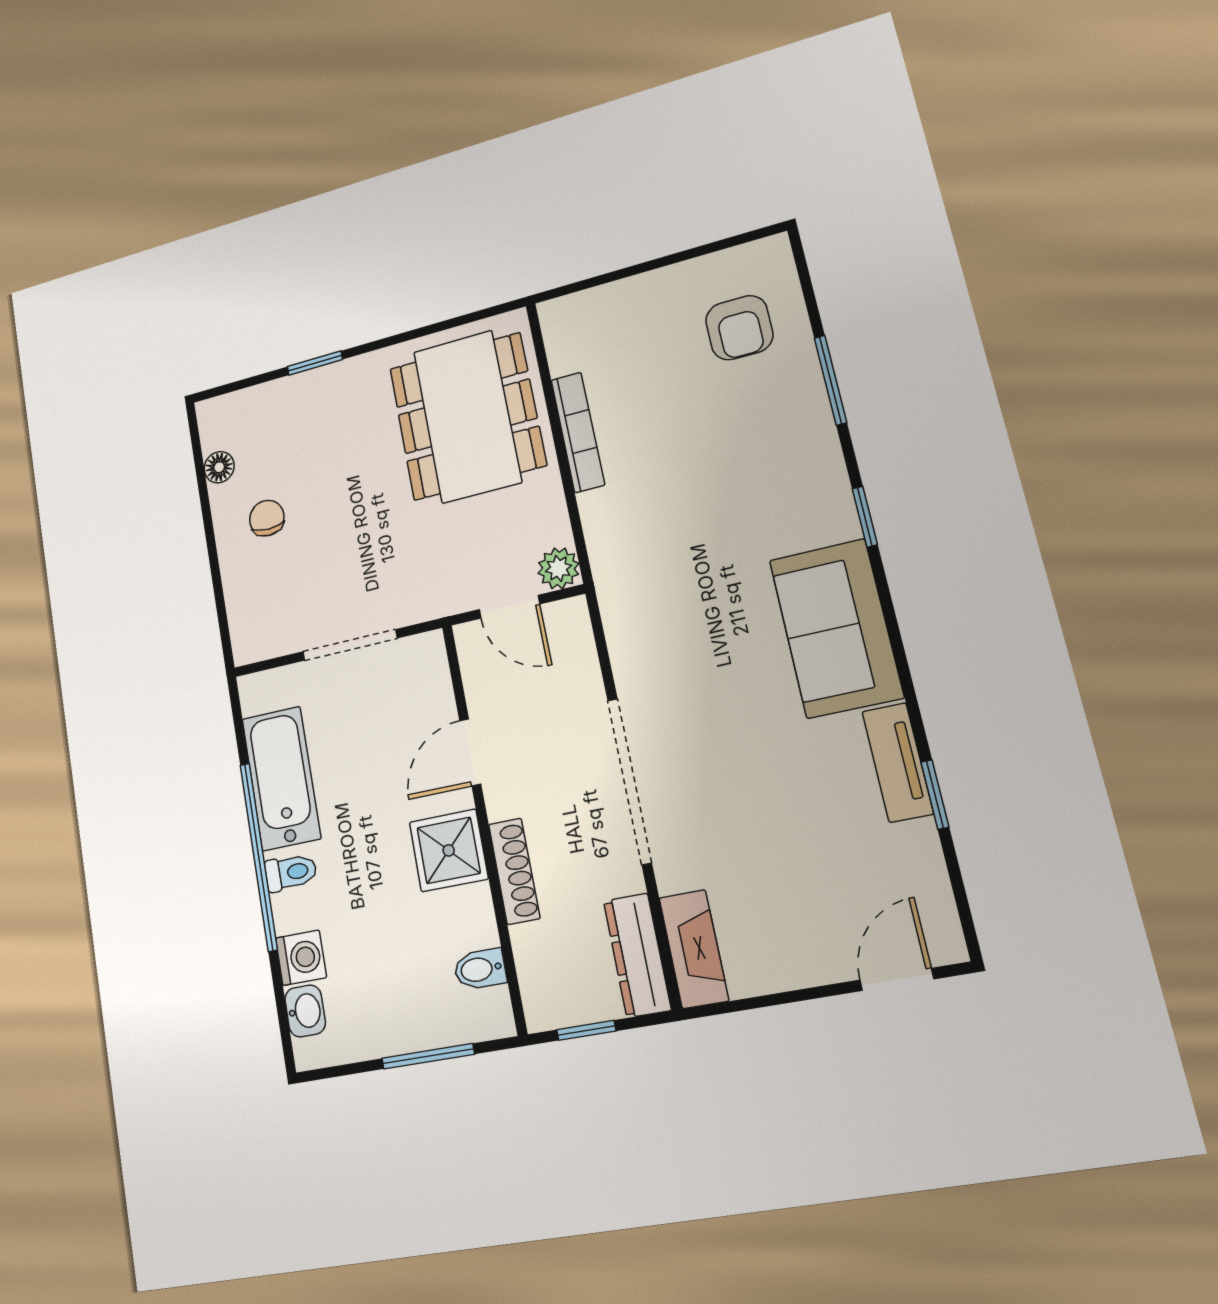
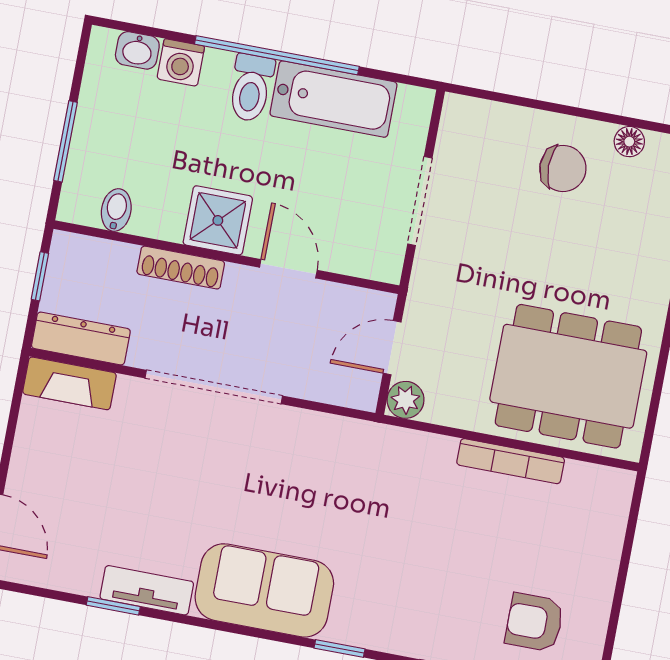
chair: (267, 518) -> (563, 168), width x1.37, depth x1.37
toilet: (291, 872) -> (251, 88), width x1.37, depth x1.39

